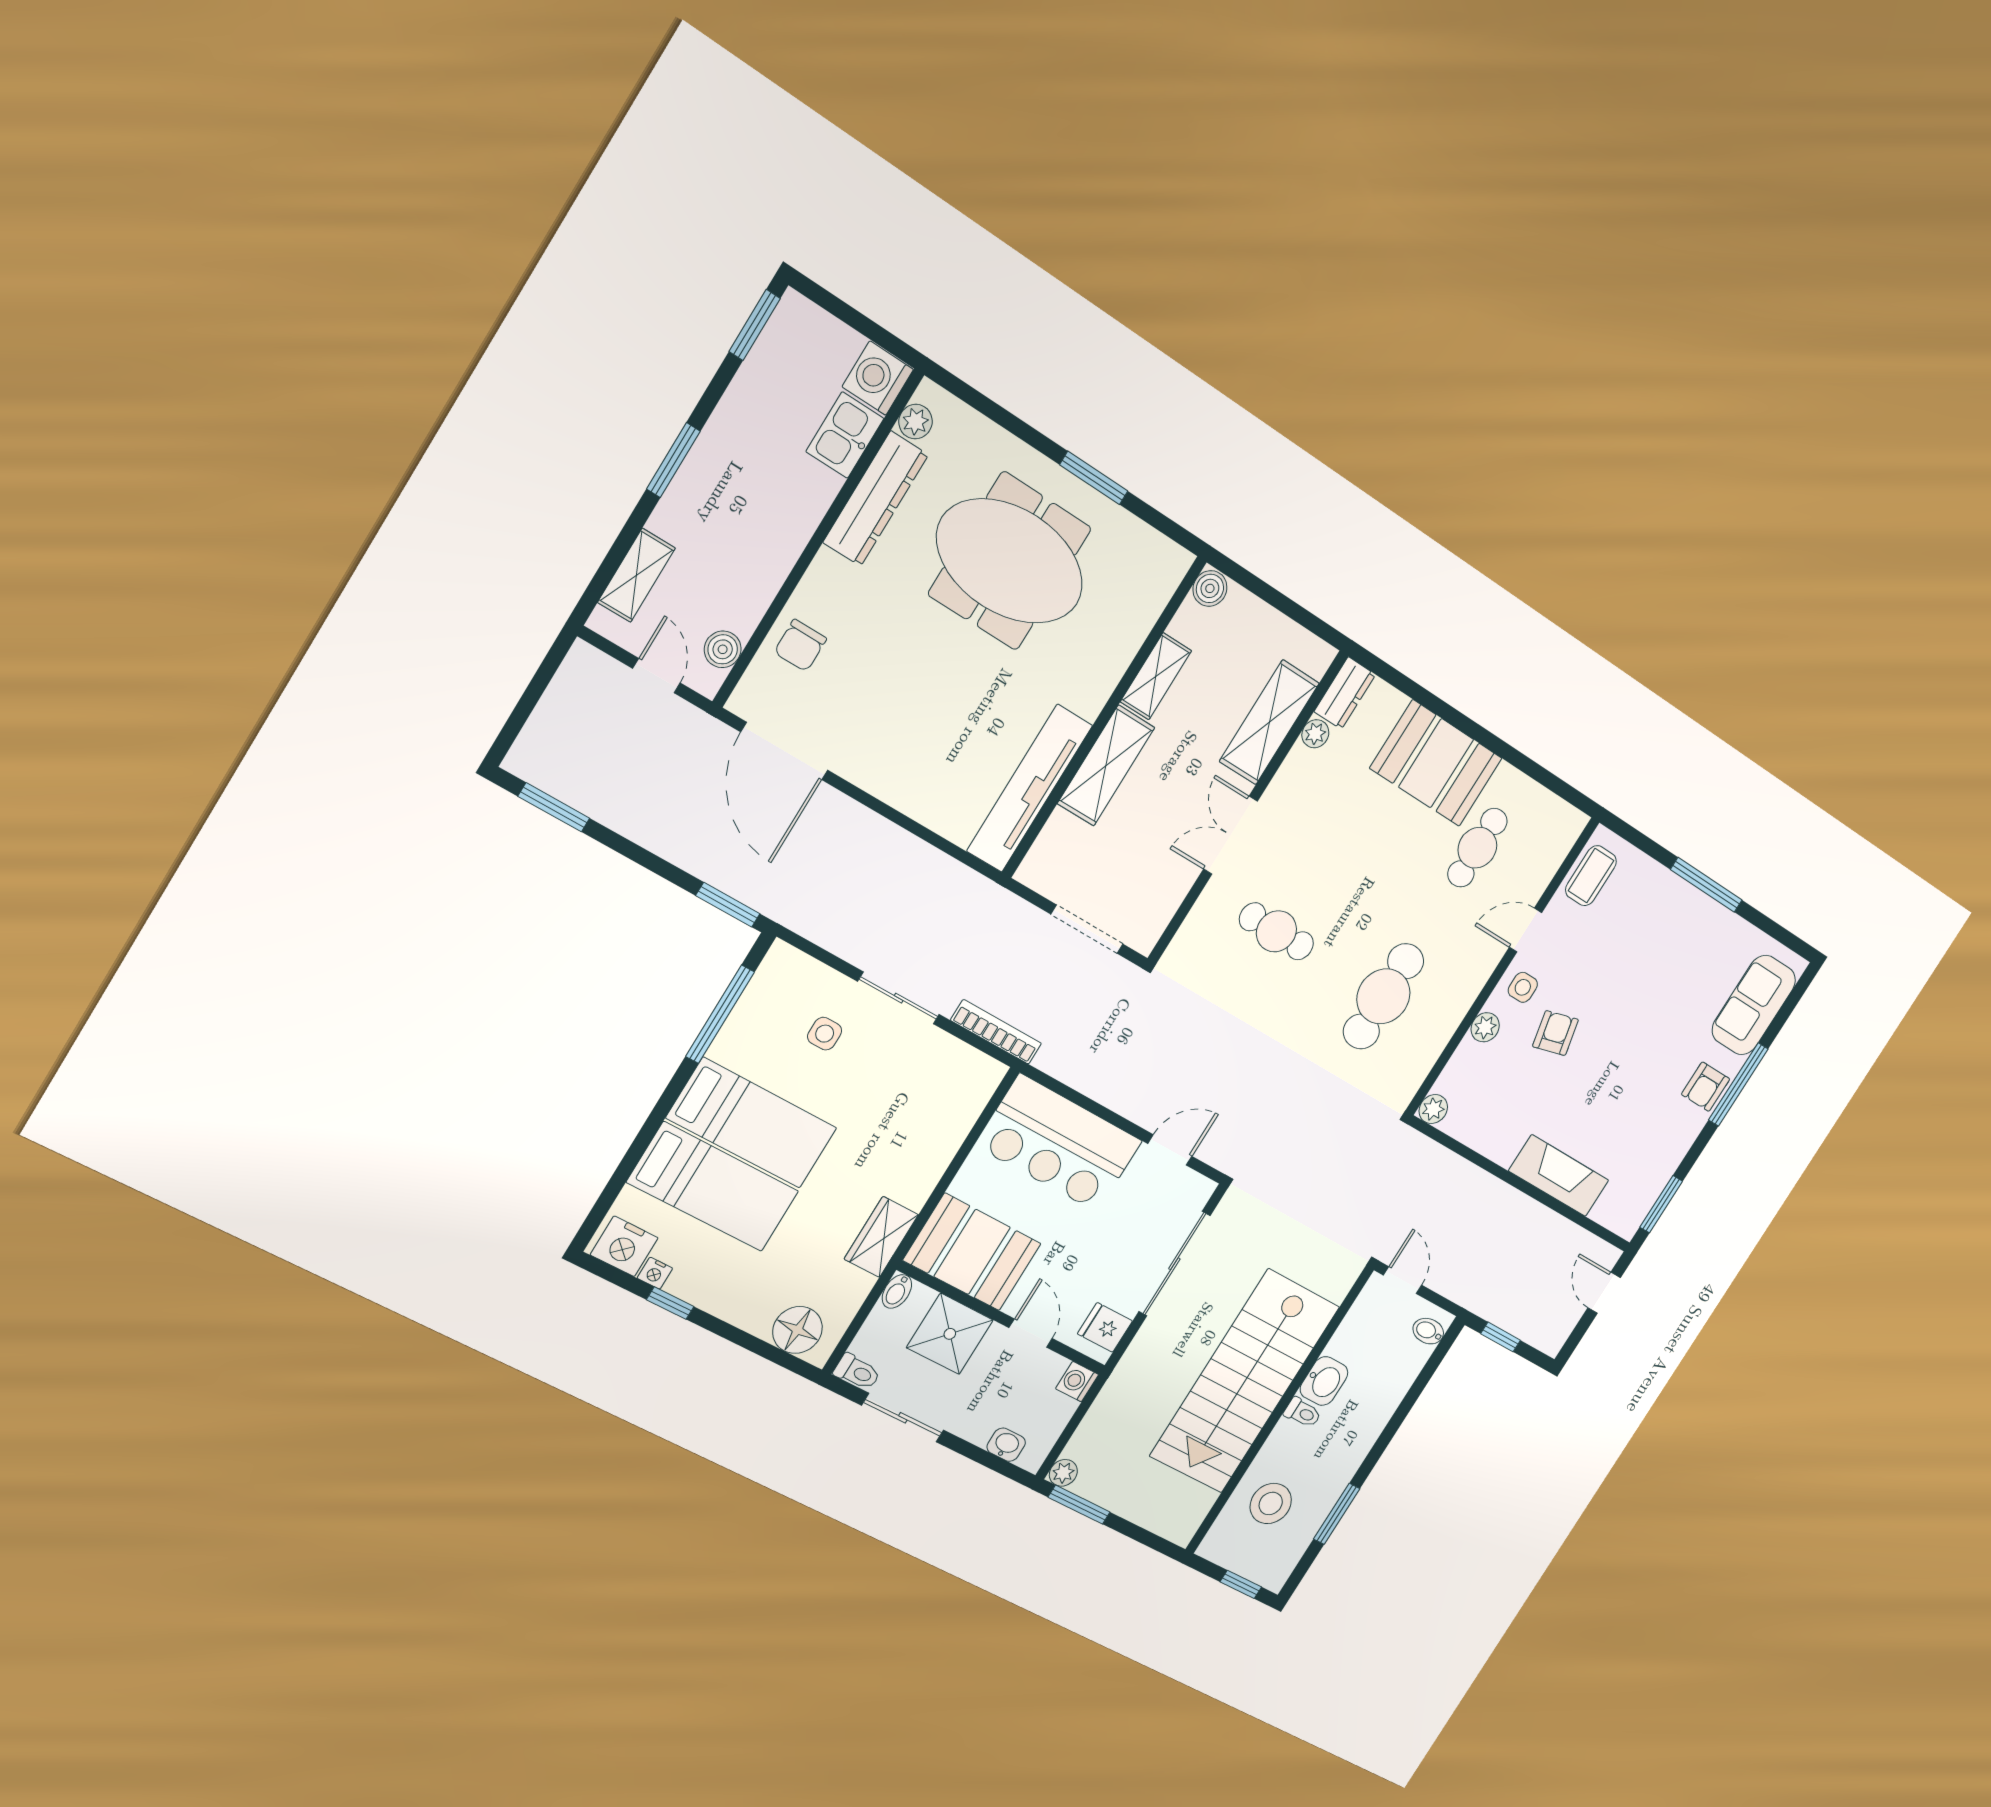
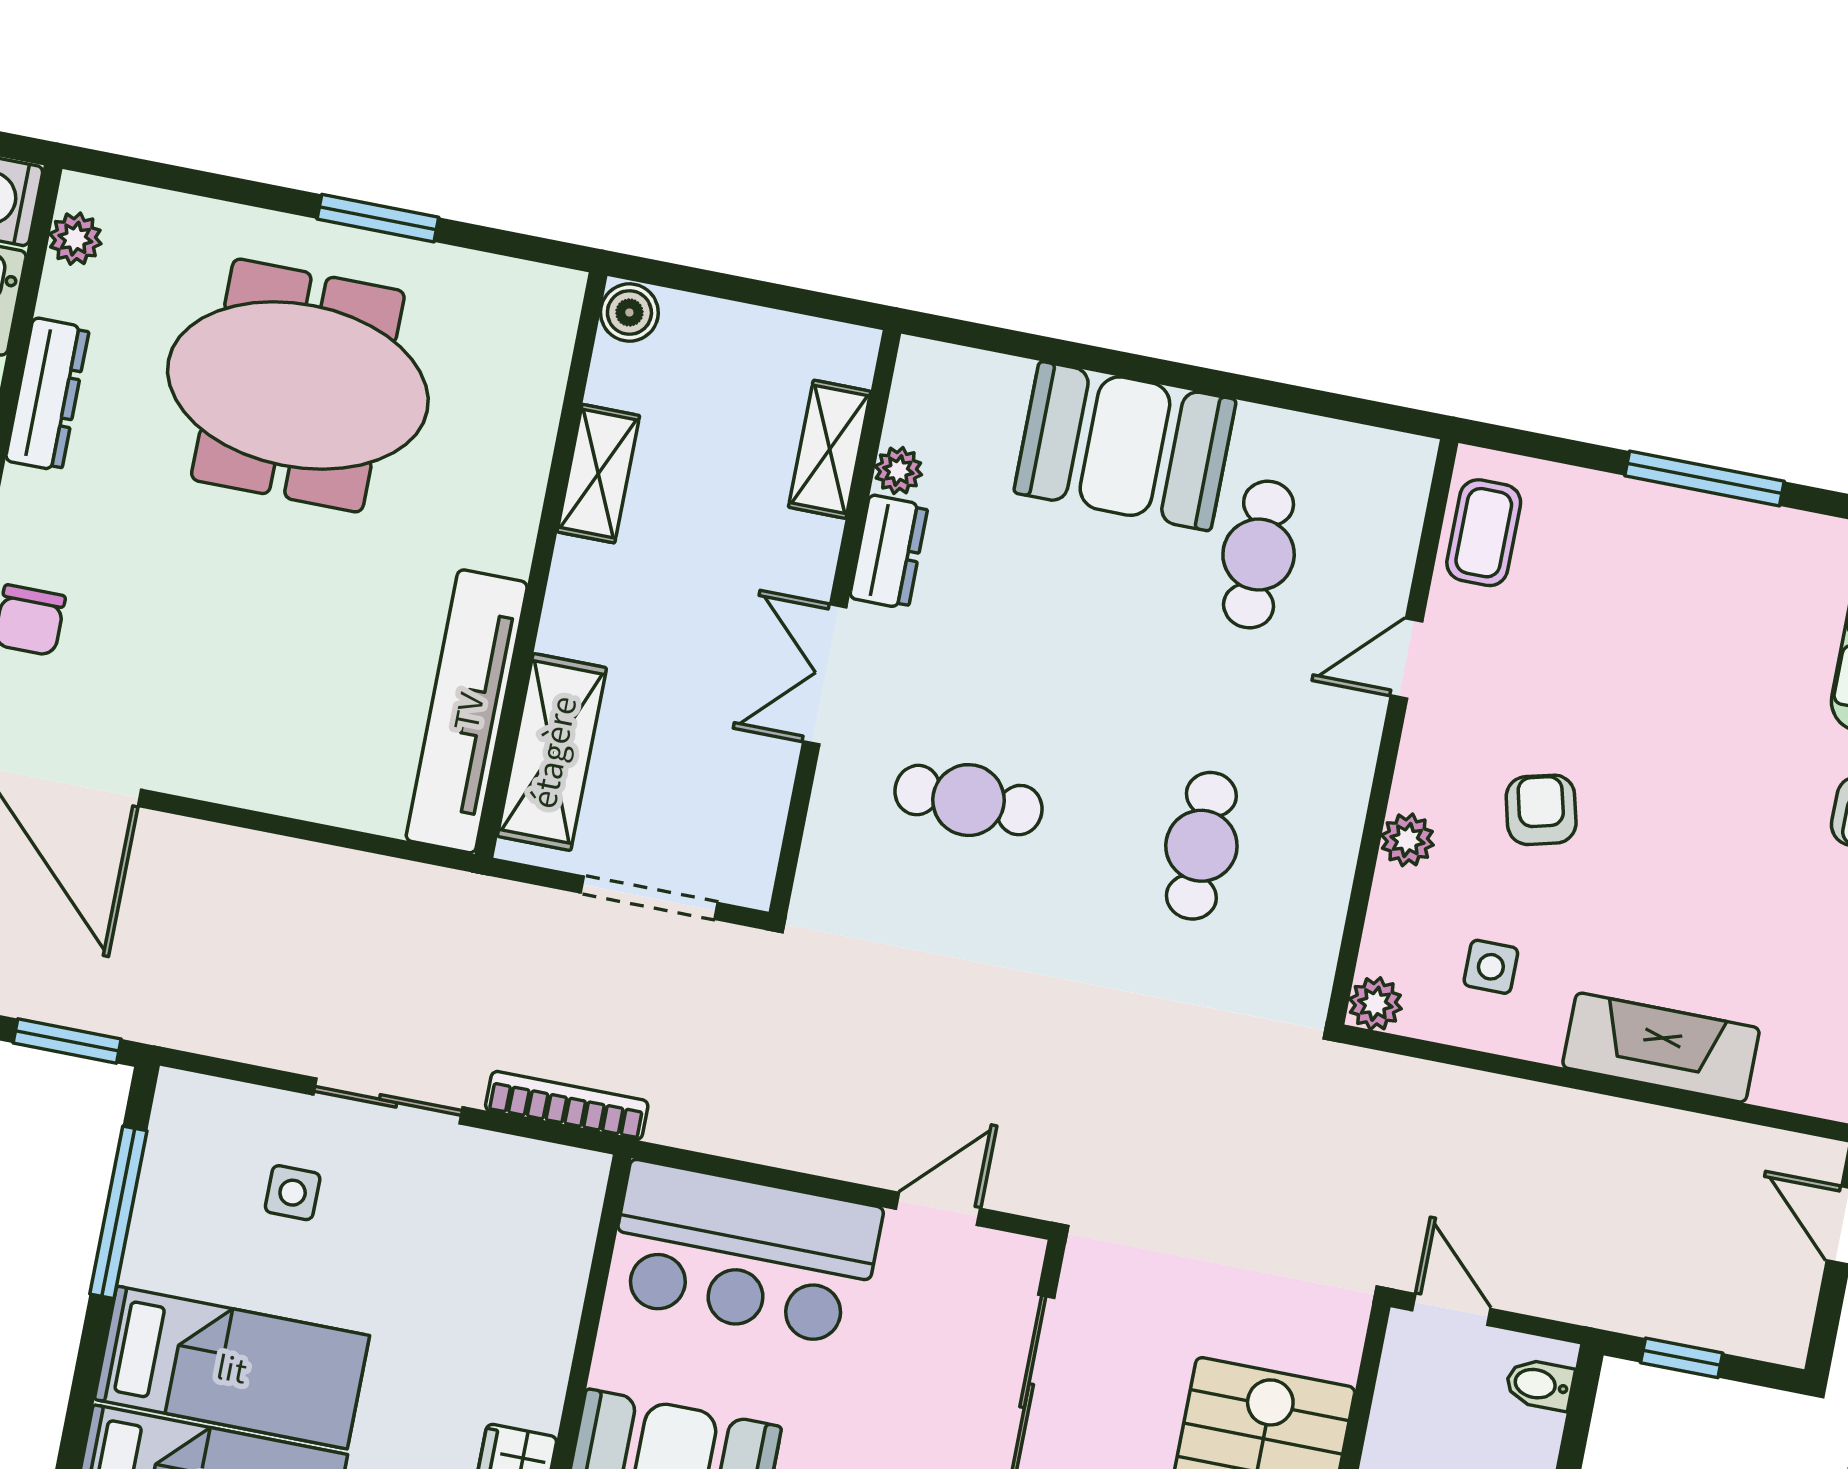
dresser: (876, 499) -> (47, 394), width x0.73, depth x0.80
dresser: (1345, 693) -> (889, 552), moved
shelving: (1269, 722) -> (830, 449), width x0.67, depth x0.75
shelving: (1106, 766) -> (552, 752), moved
side table: (1523, 987) -> (1491, 967), moved
cafe table: (1383, 996) -> (1201, 846), width x0.73, depth x0.74

